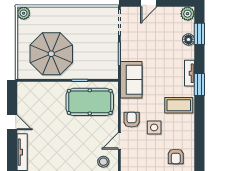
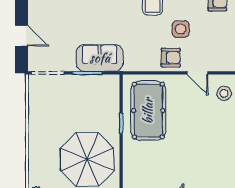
sofa: (131, 80) -> (100, 58), moved
armchair: (132, 120) -> (171, 58), turned 180

